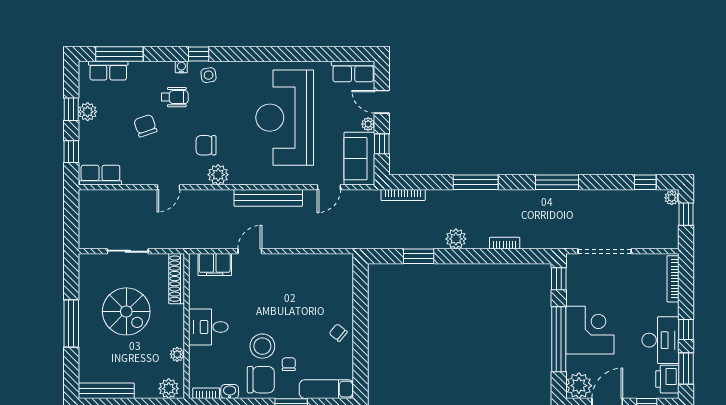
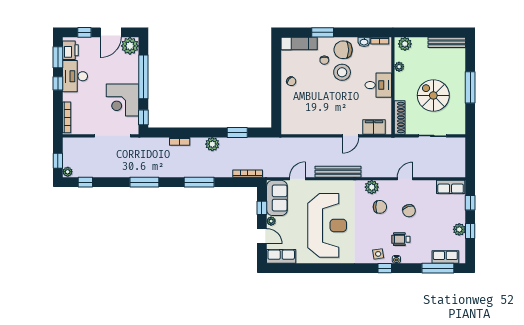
chair: (145, 126) -> (409, 211), moved
corner desk: (590, 330) -> (122, 100), moved

